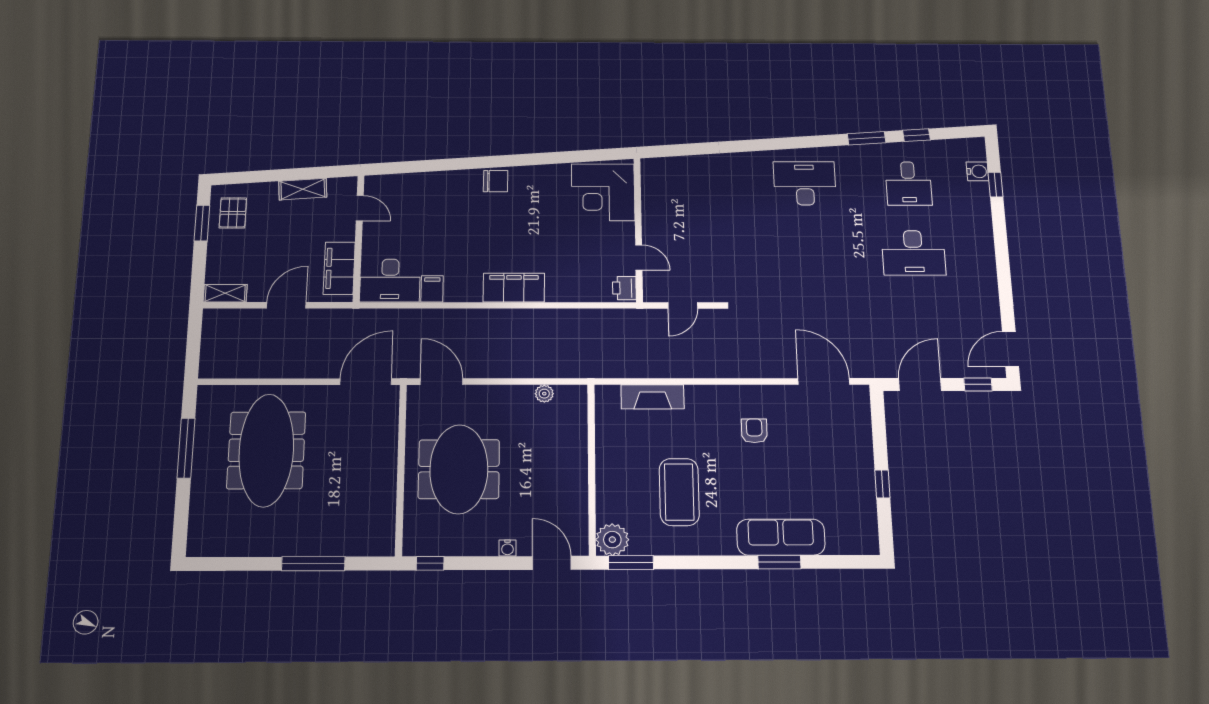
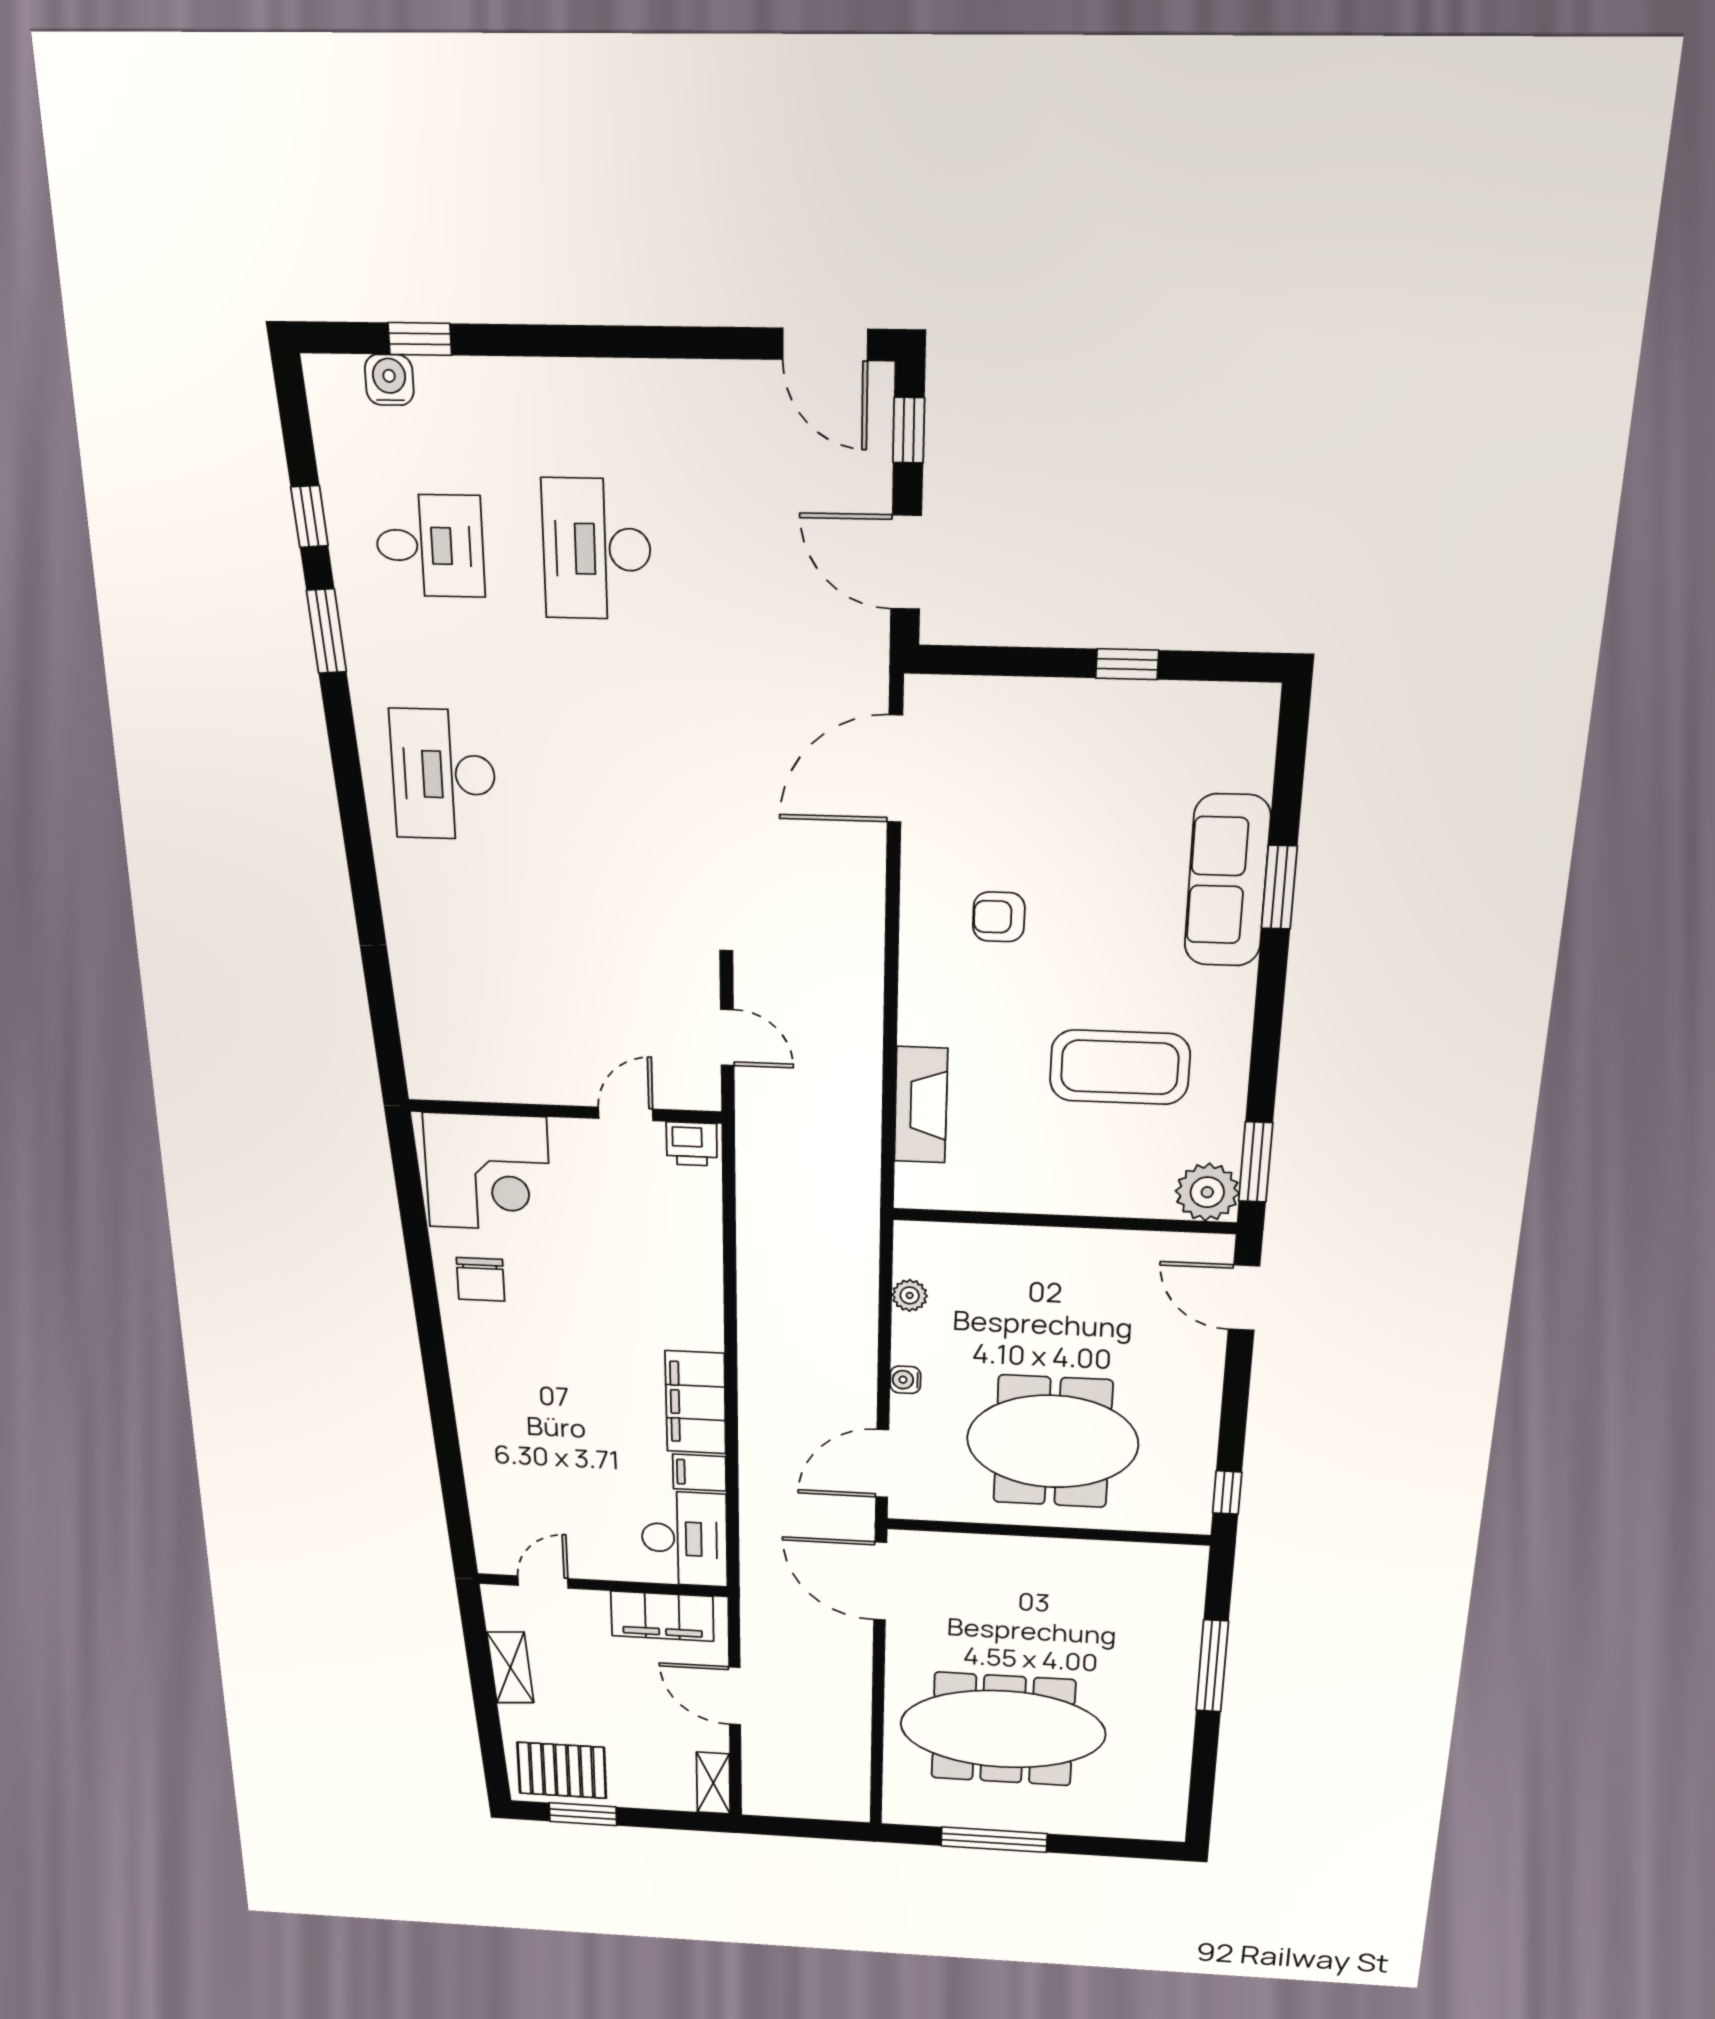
chair: (496, 181) -> (481, 1279), moved, turned 180
pallet: (233, 213) -> (562, 1770), width x1.50, depth x1.42
desk: (914, 253) -> (597, 549), turned 180
filing cabinet: (514, 288) -> (696, 1402), moved
water cooler: (507, 548) -> (905, 1380), moved, turned 180
door: (552, 563) -> (1244, 1298), hinge flipped

